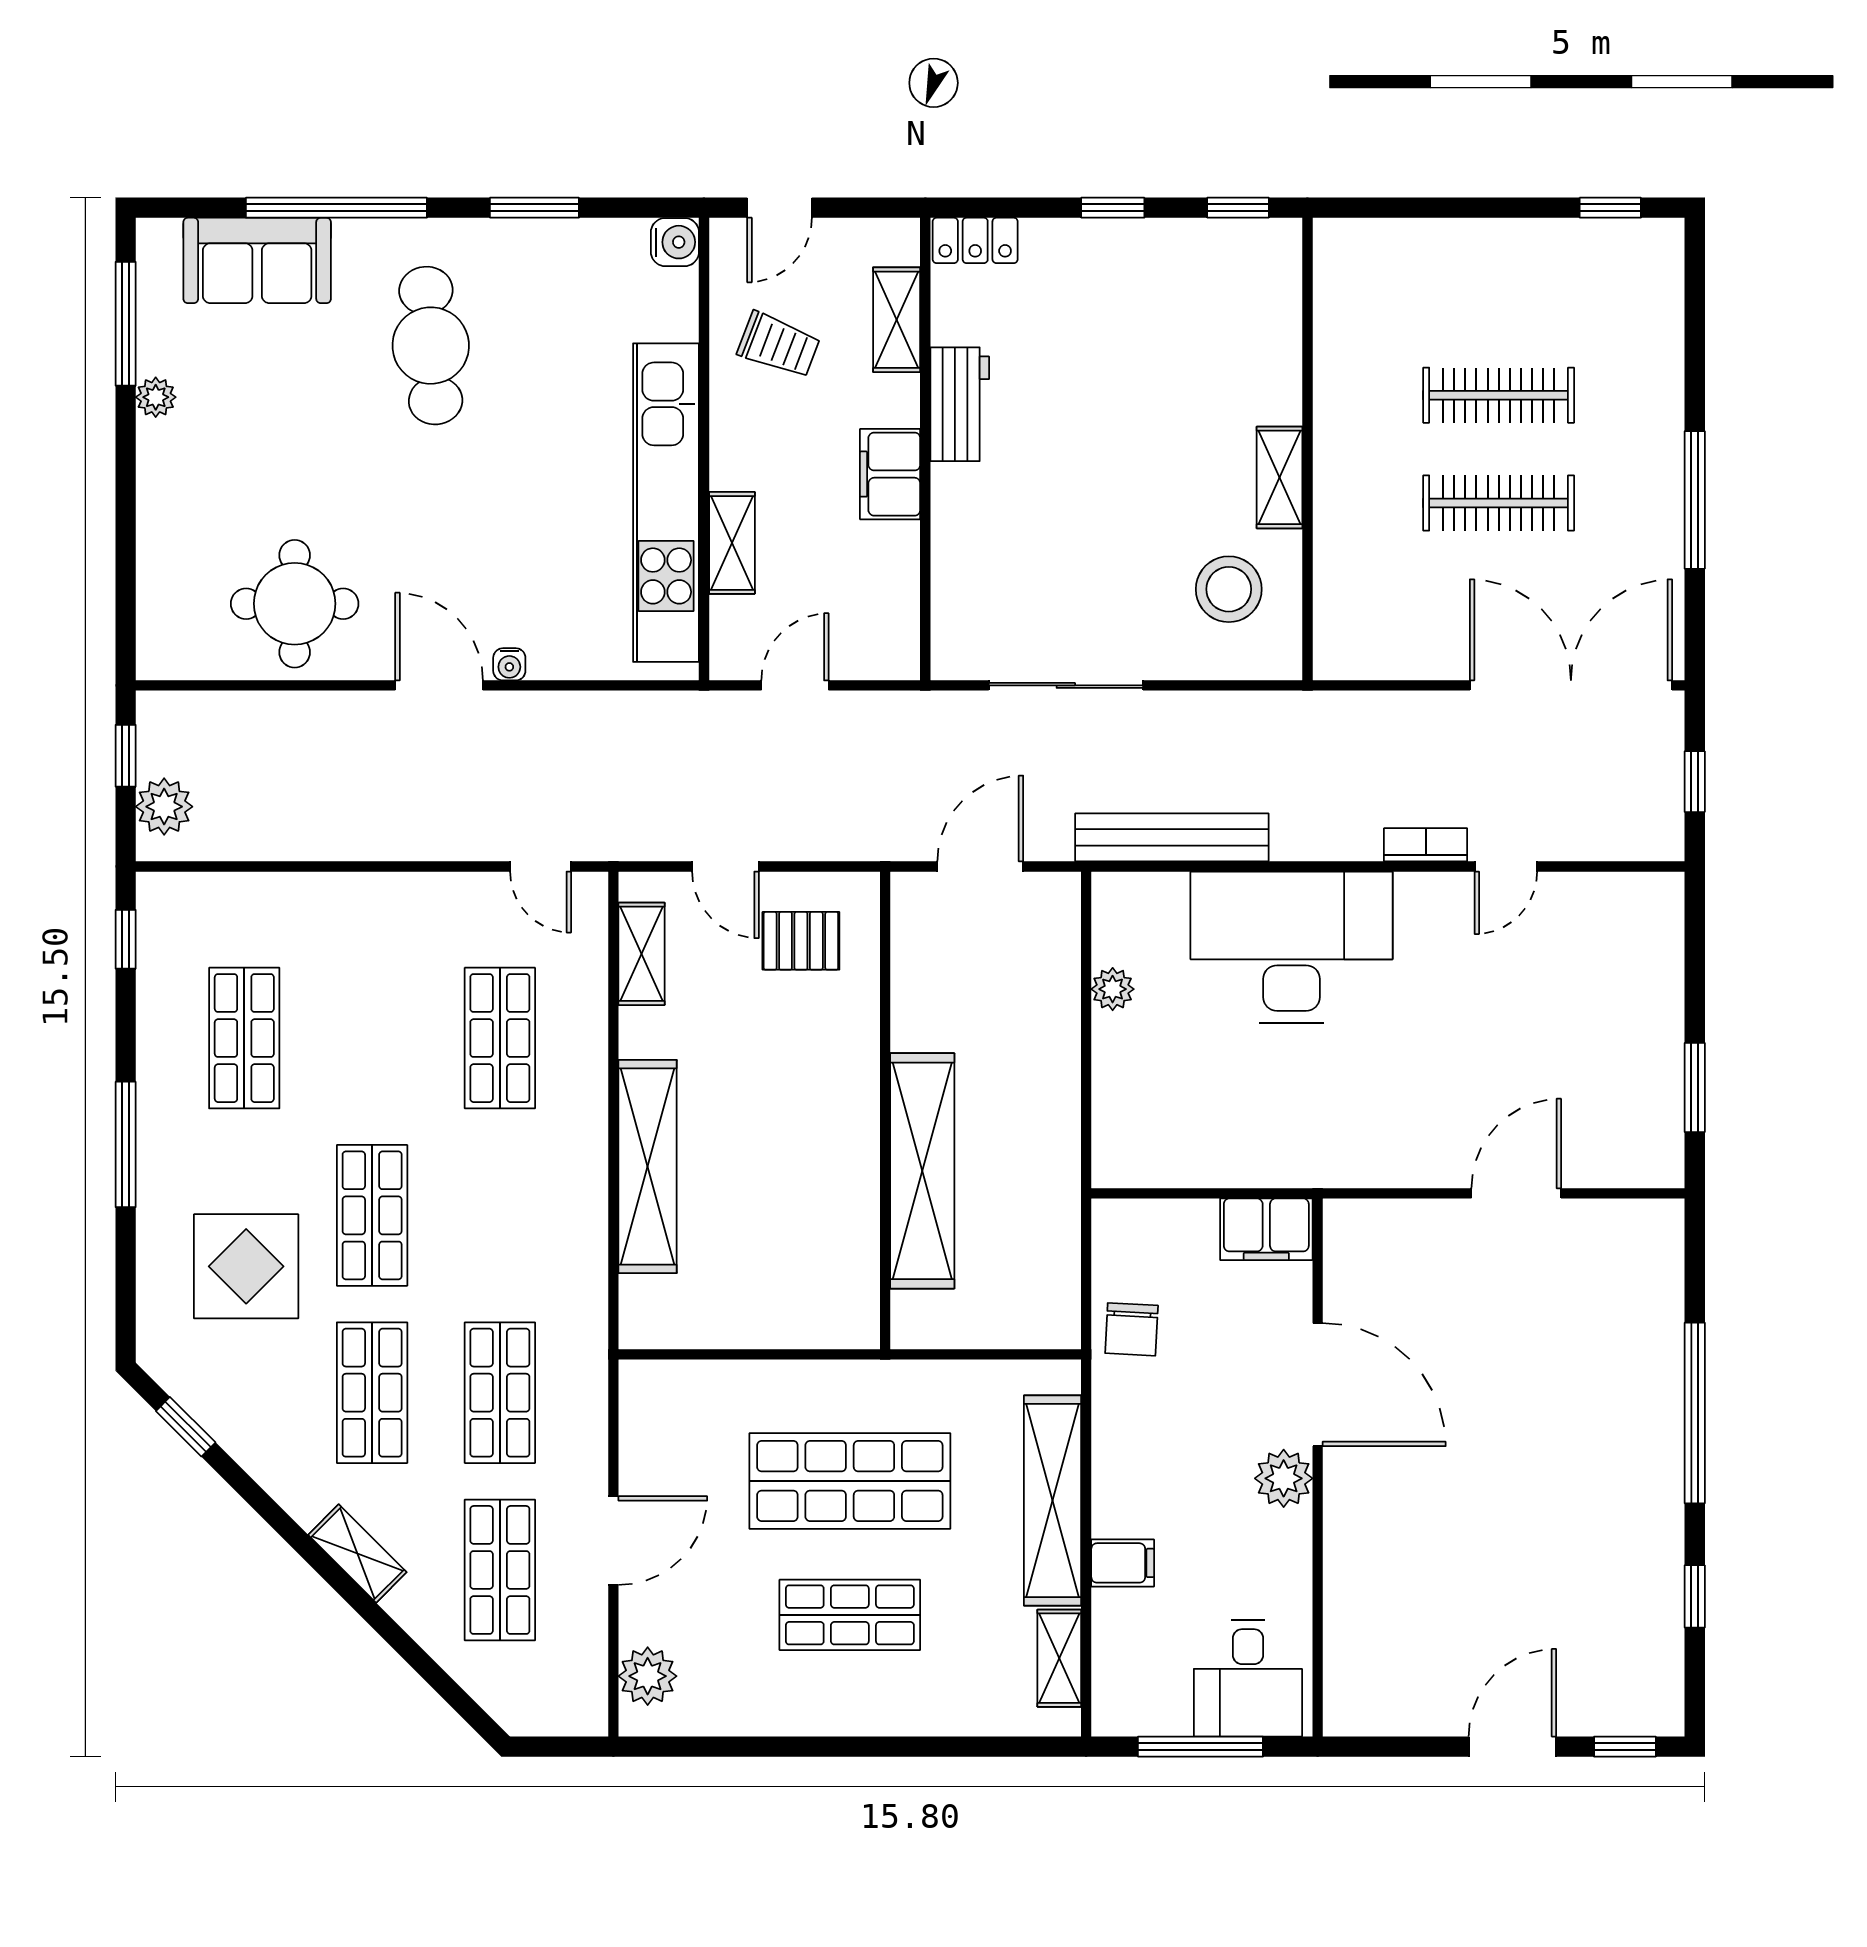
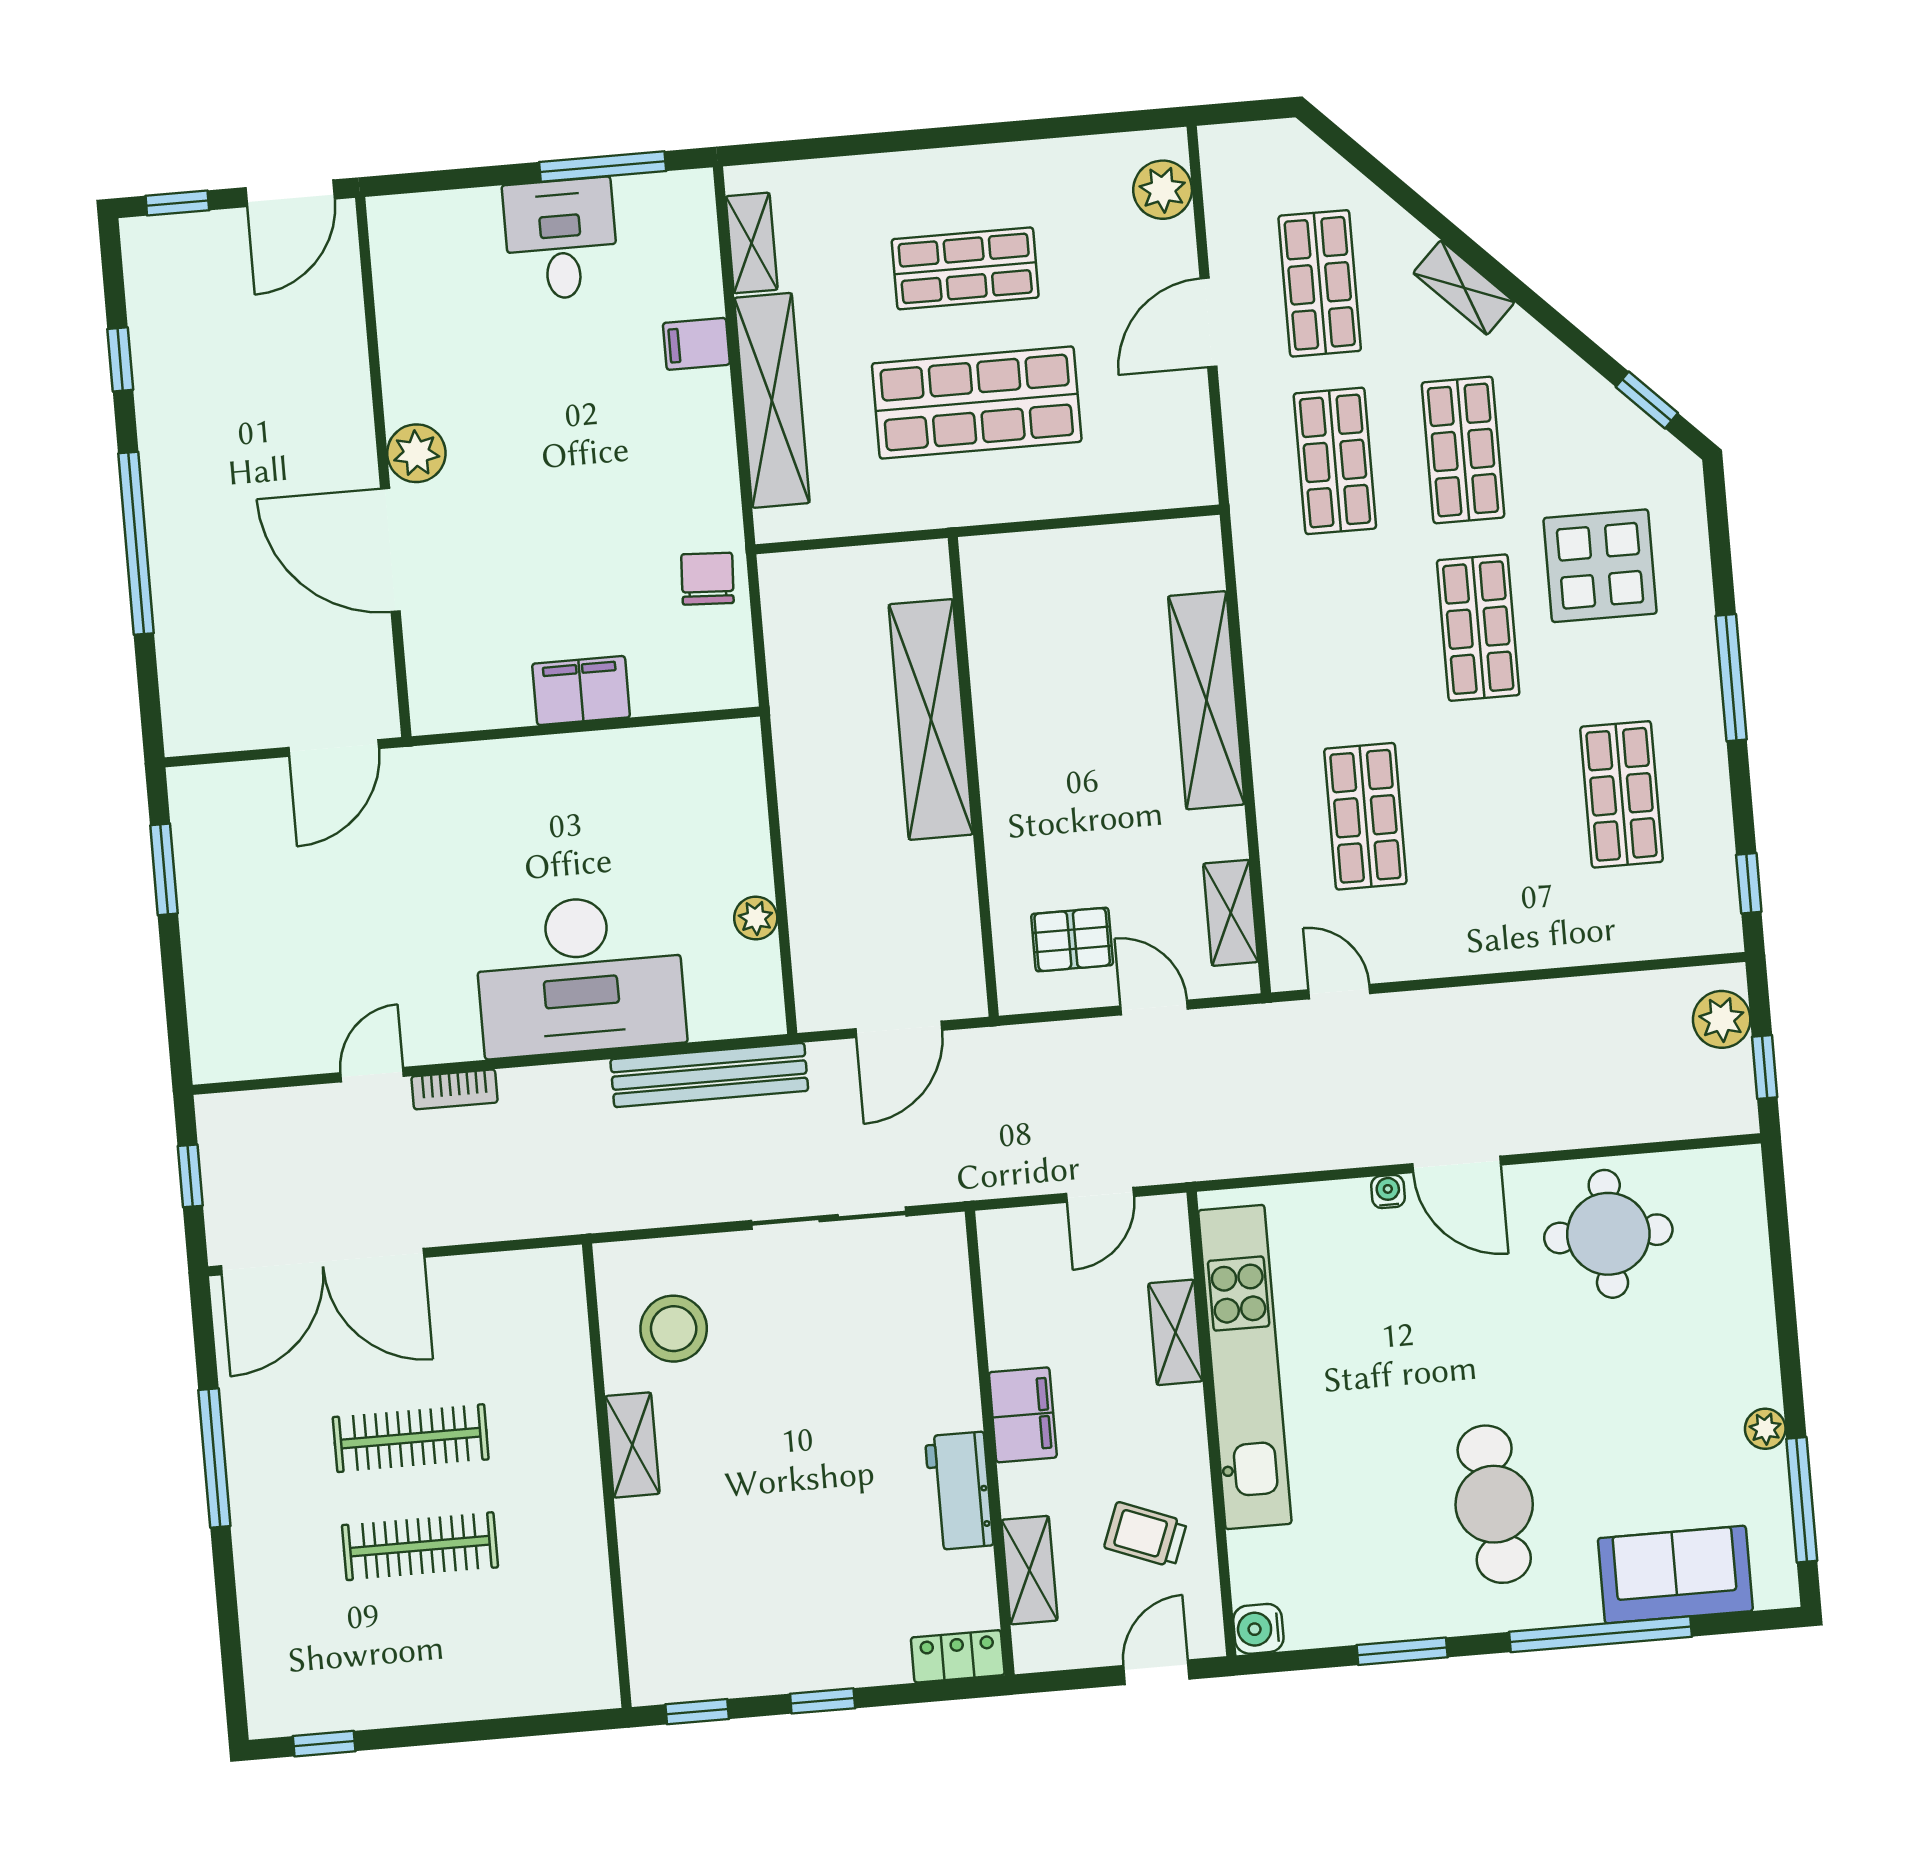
door: (1318, 1385) -> (390, 550), moved
wall: (1318, 1467) -> (383, 467), moved
plant: (1284, 1478) -> (416, 453), moved

